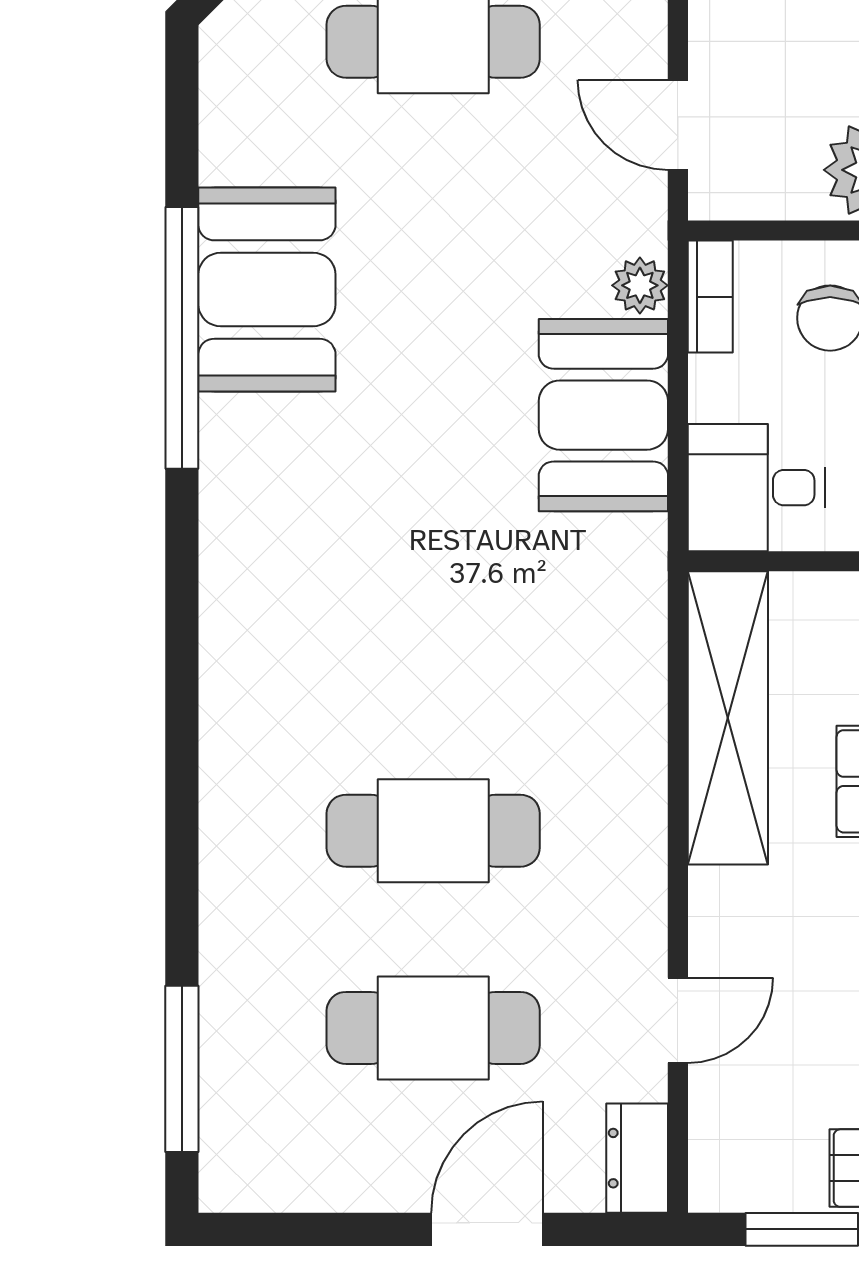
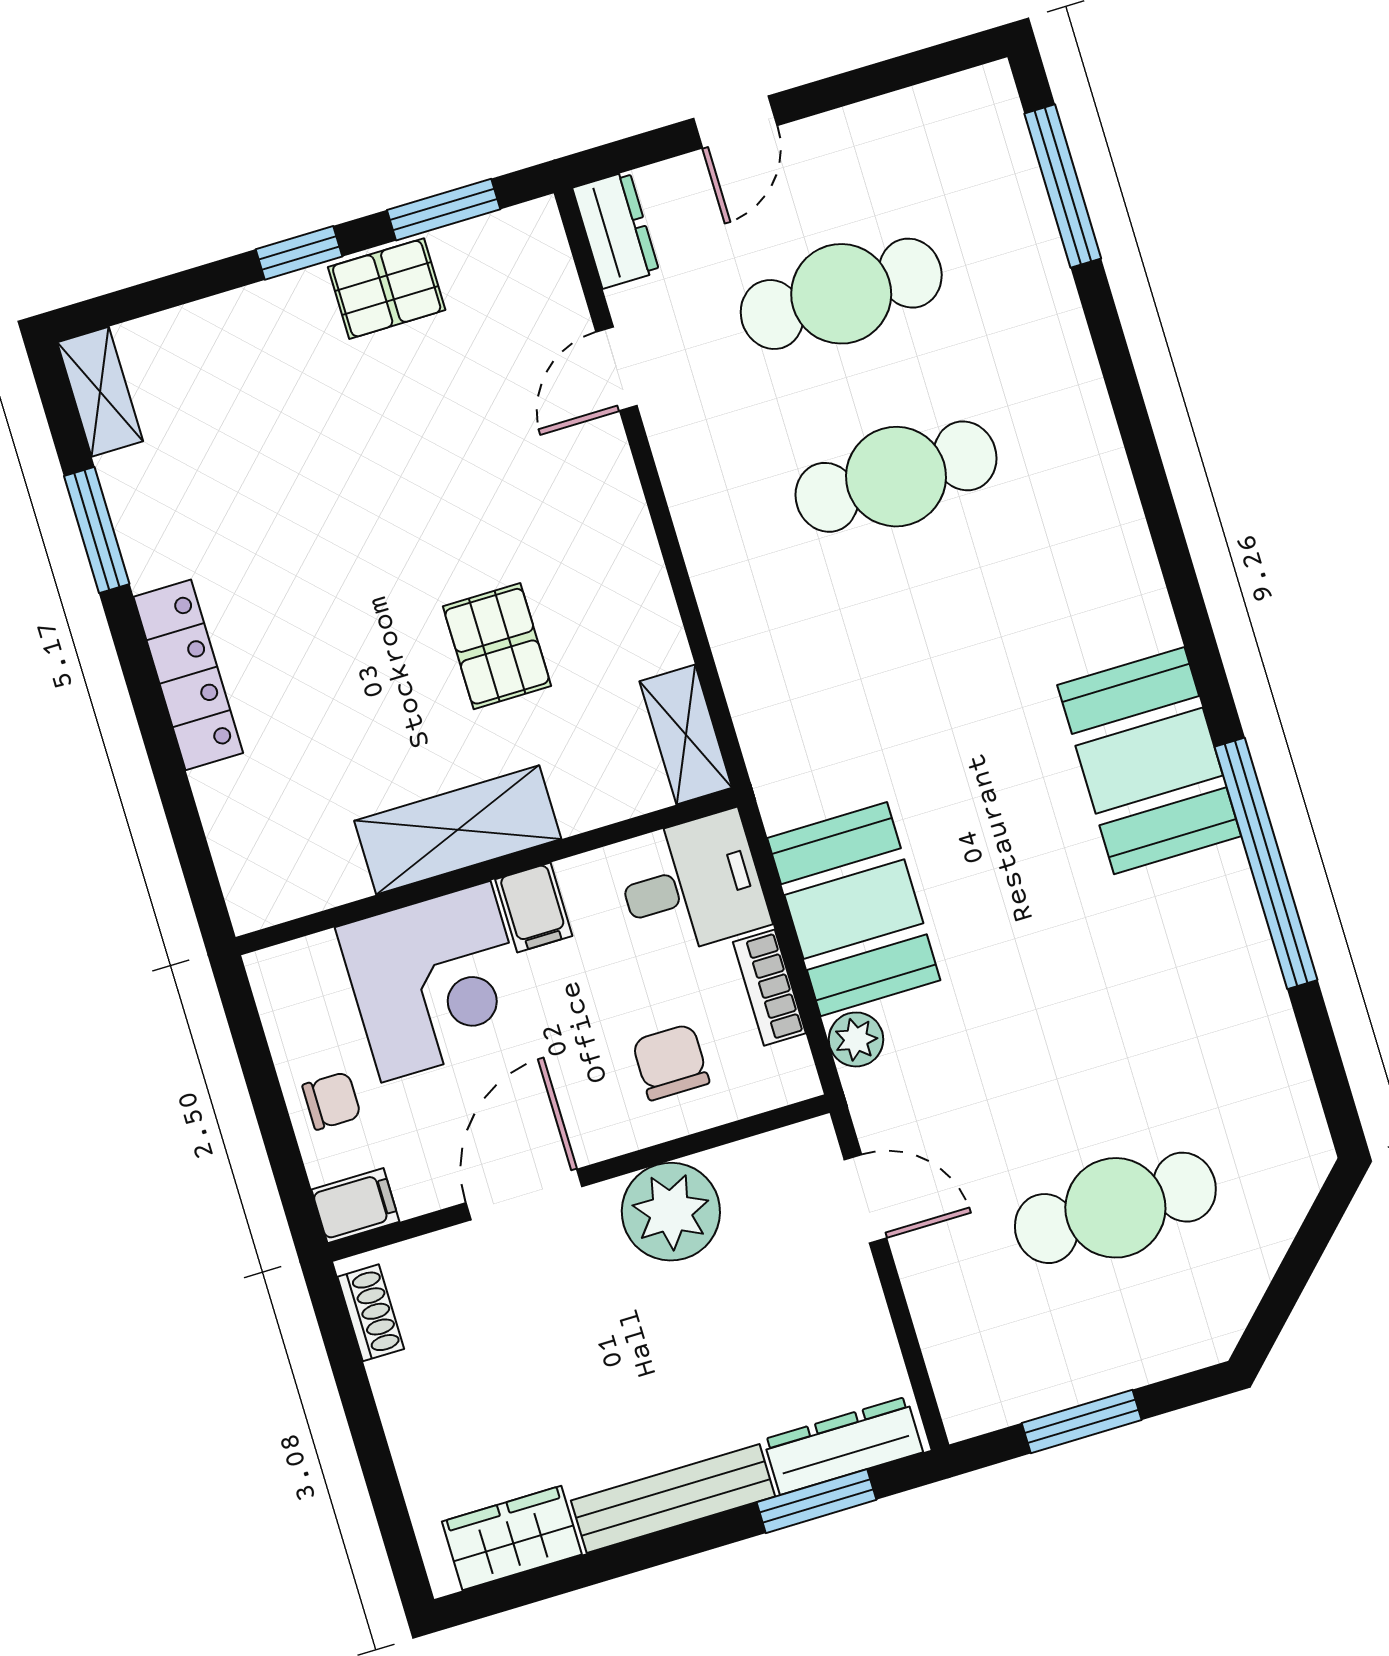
booth: (267, 290) -> (1149, 761), moved
bookcase: (710, 297) -> (769, 988), moved
shelving: (728, 718) -> (686, 734), width x0.45, depth x0.75
door: (487, 1229) -> (735, 122), width x0.73

